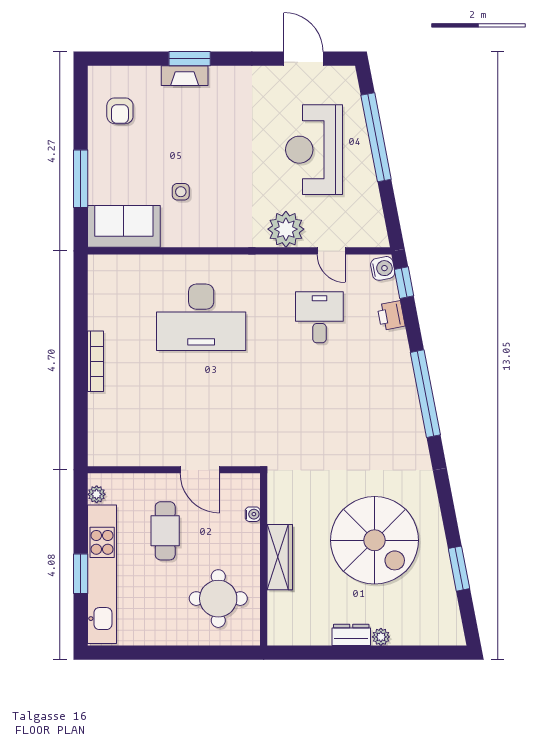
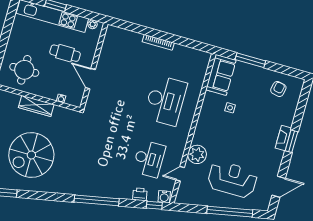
window: (190, 59) -> (291, 141), moved
fireplace: (185, 76) -> (283, 138), moved
armchair: (120, 111) -> (278, 89), turned 102
desk: (201, 317) -> (165, 100), turned 180
desk: (319, 317) -> (149, 159), width x1.37
door: (200, 470) -> (90, 79), hinge flipped

